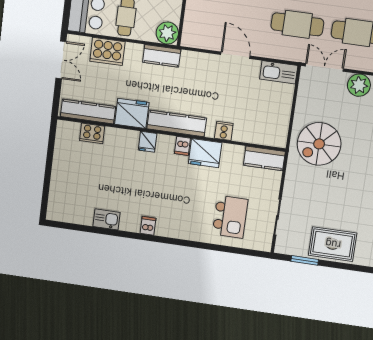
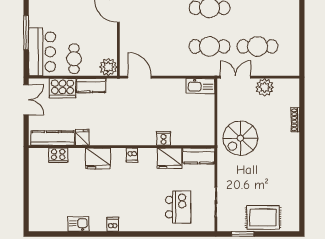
door: (235, 55) -> (140, 77), moved
kitchen counter: (162, 56) -> (91, 86), moved
fridge: (132, 113) -> (82, 137), width x0.53, depth x0.75
kitchen counter: (177, 123) -> (125, 138), removed
fridge: (148, 142) -> (98, 158), width x1.88, depth x1.34
fridge: (205, 153) -> (170, 158), moved

